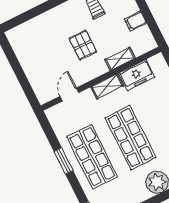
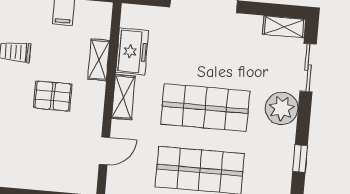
door: (69, 94) -> (104, 151), swing flipped

